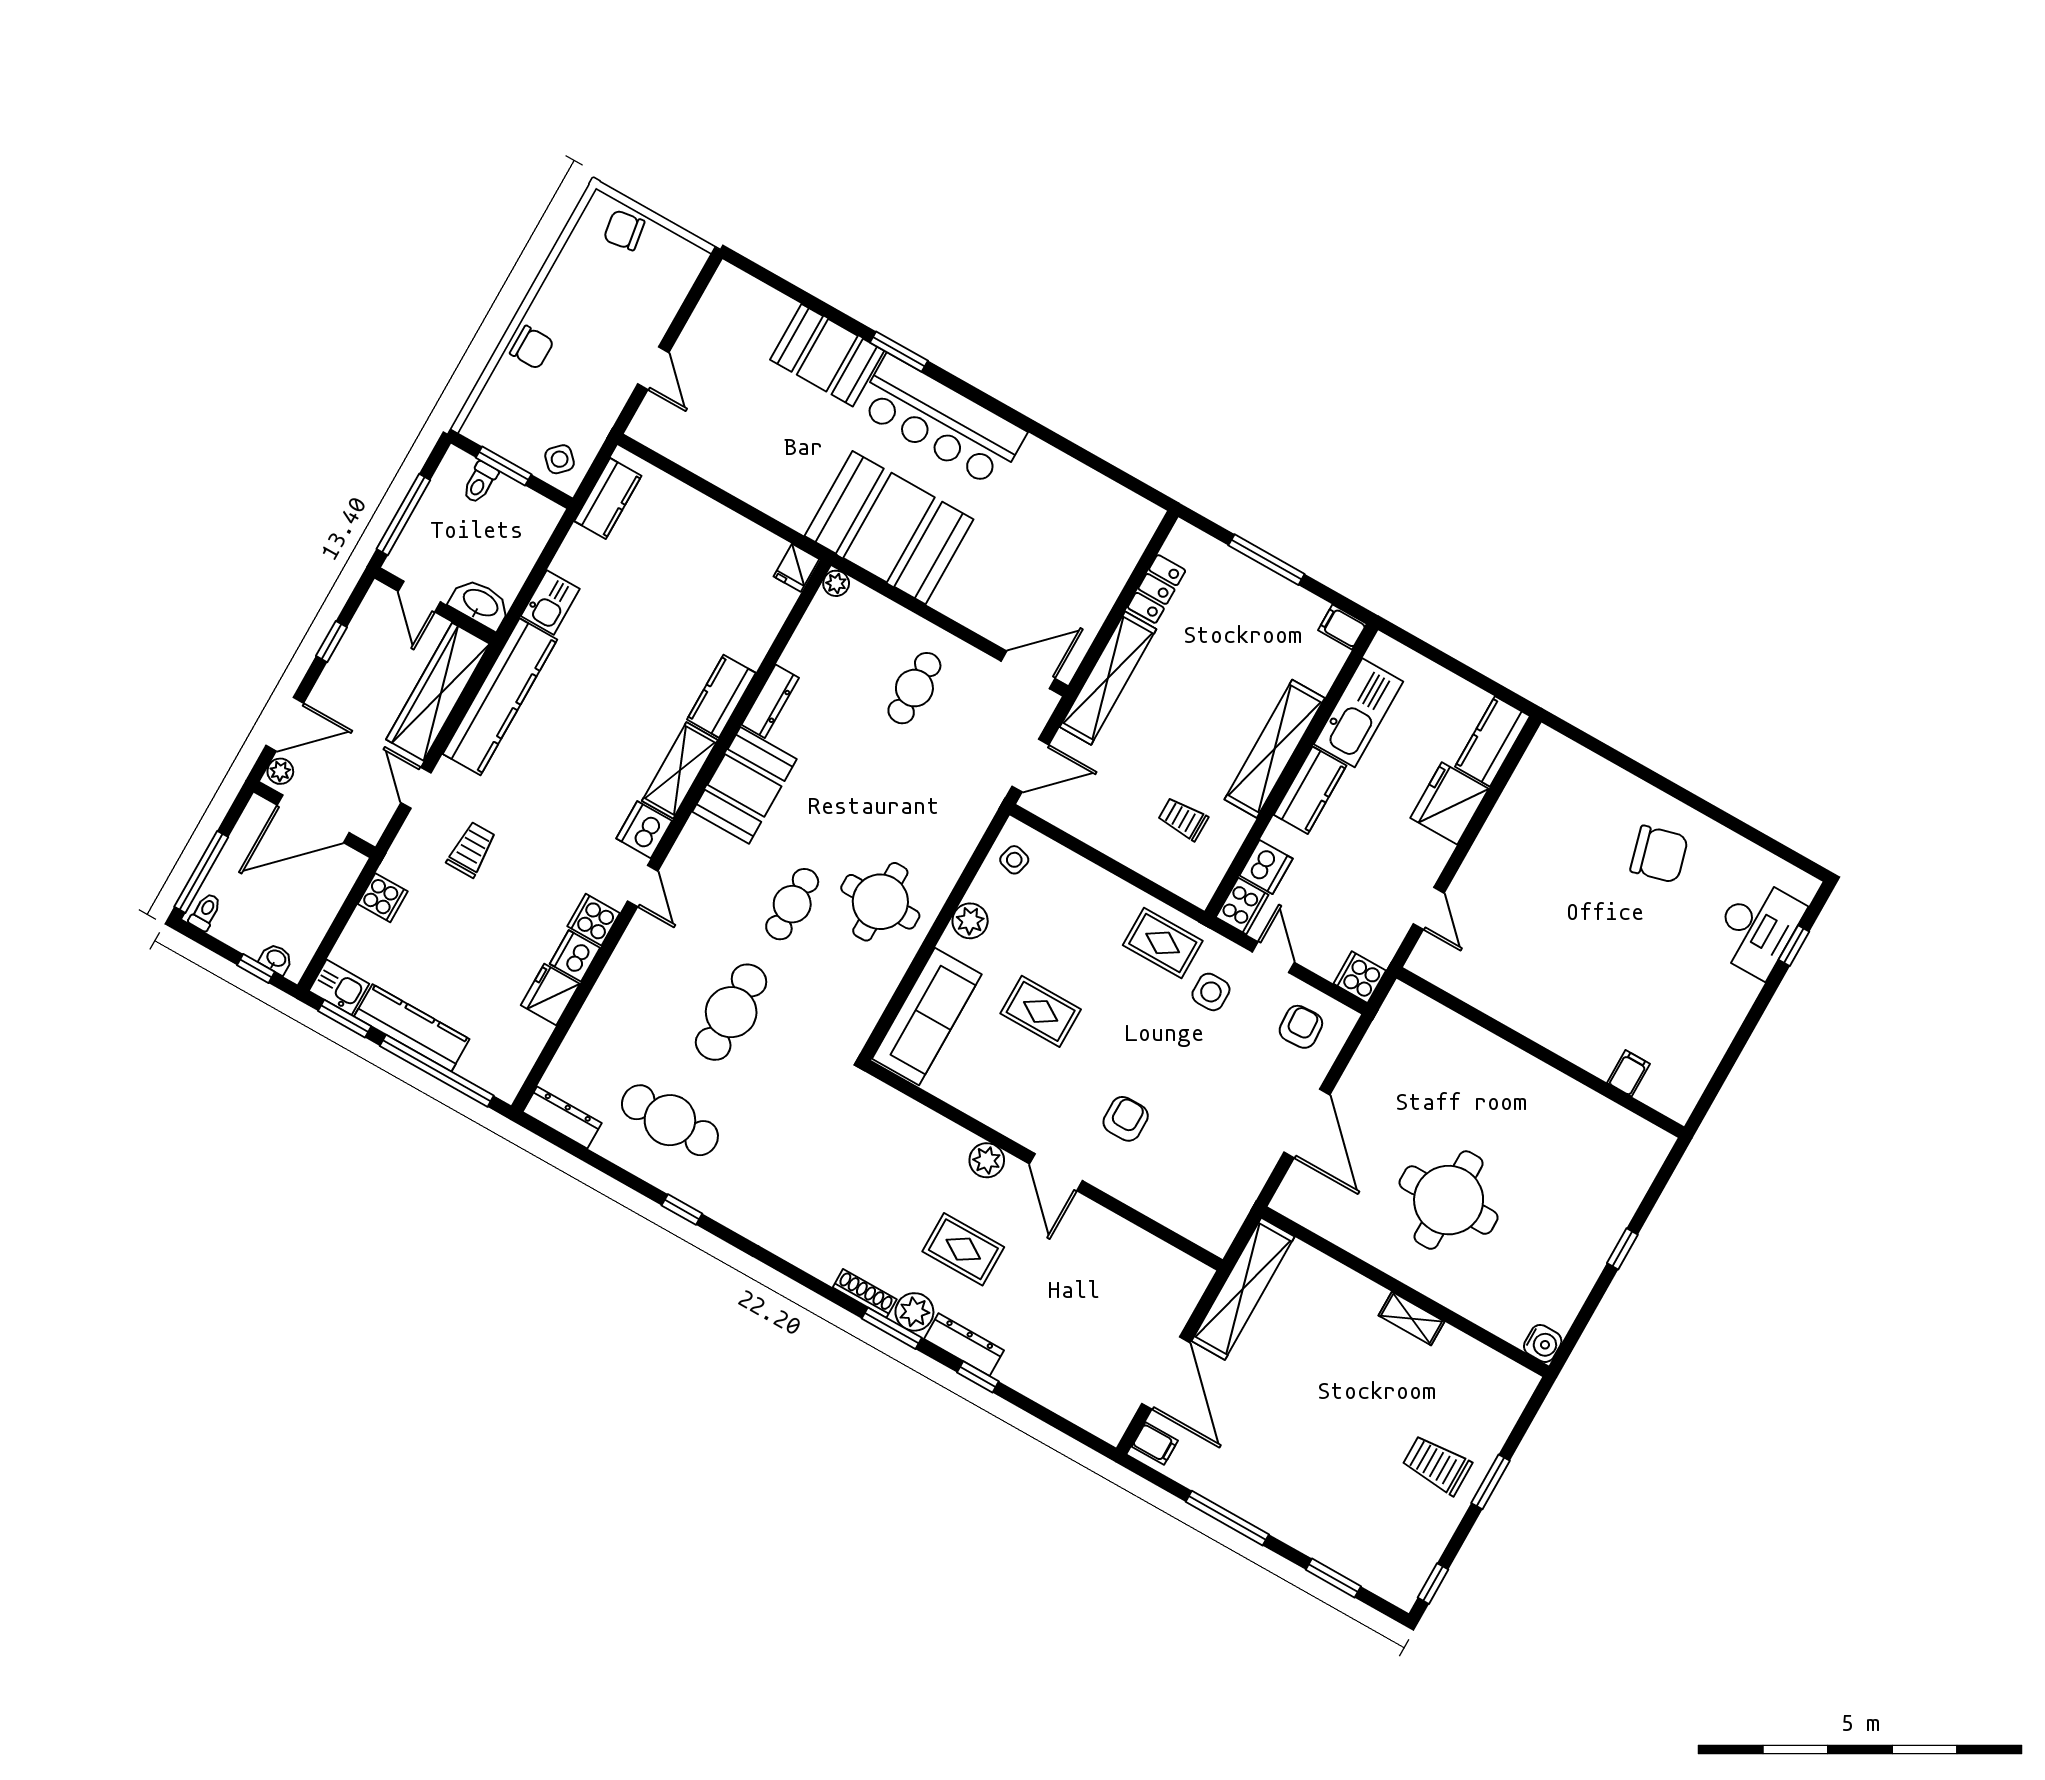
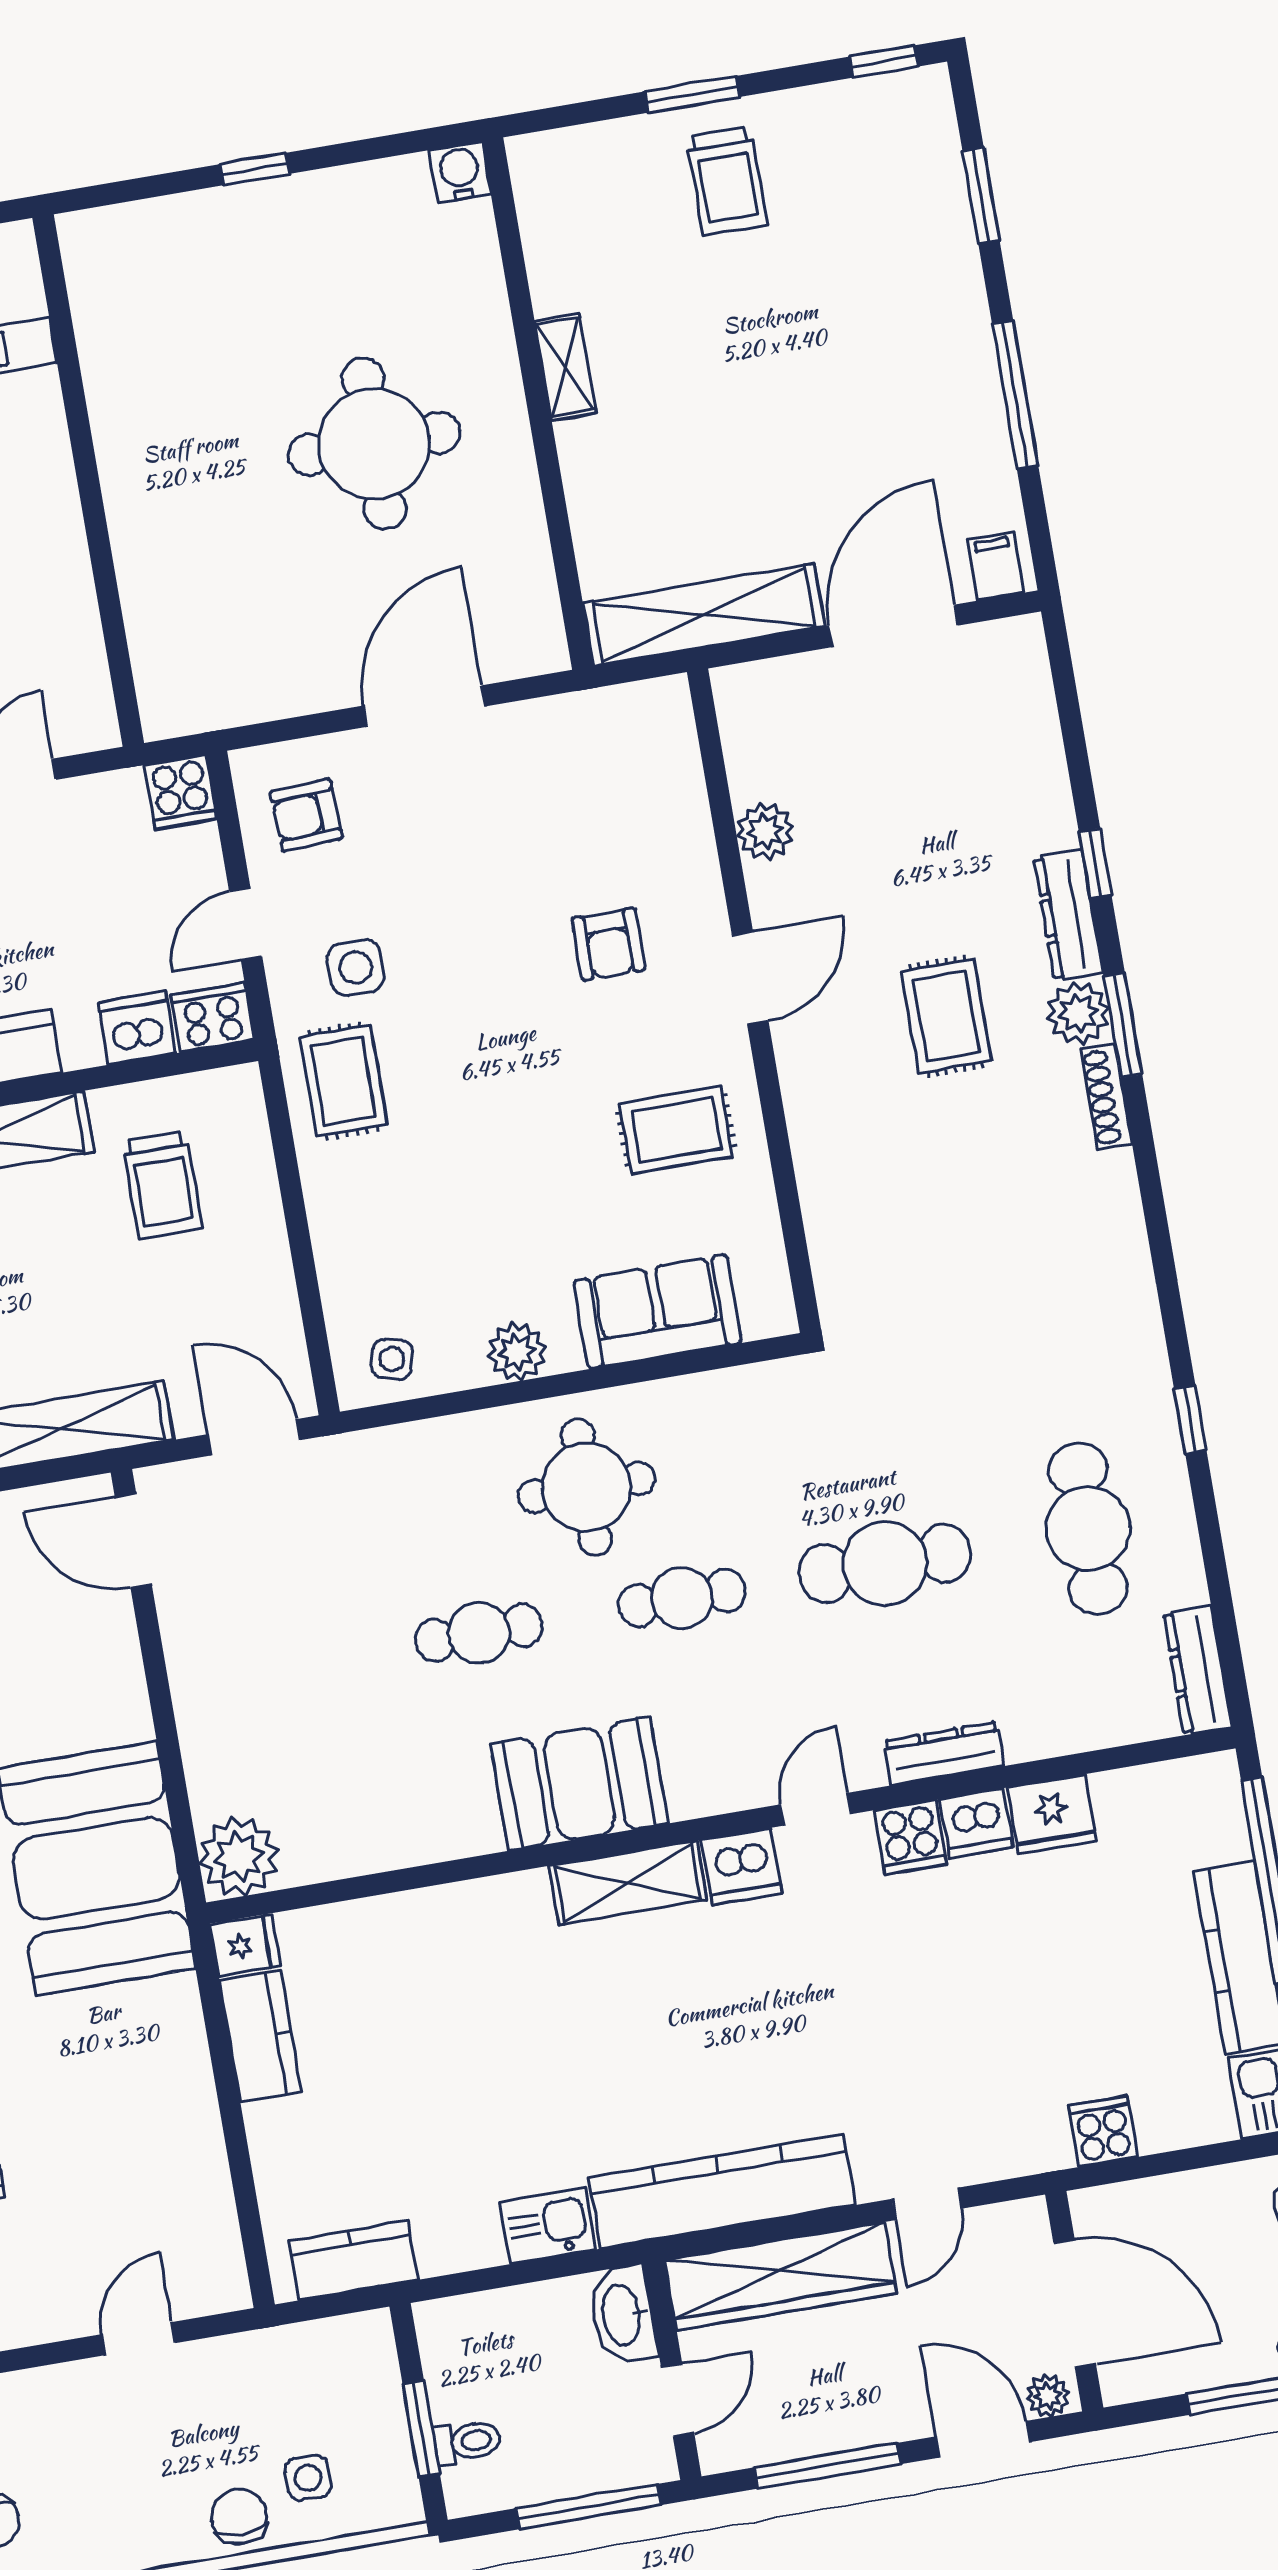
side table: (560, 459) -> (308, 2478), moved, turned 45
plant: (836, 583) -> (239, 1857), width x1.87, depth x1.87
window: (332, 642) -> (827, 2466), width x2.17
cafe table: (914, 688) -> (479, 1633), moved
kitchen counter: (721, 696) -> (260, 2036), moved, turned -90
dresser: (770, 701) -> (944, 1754), moved
trolley: (1183, 819) -> (163, 1185), width x1.36, depth x1.39
trolley: (471, 850) -> (948, 2068), removed
rug: (1041, 1011) -> (676, 1130), moved, turned 90
sofa: (927, 1017) -> (658, 1312), width x0.73
armchair: (1126, 1119) -> (608, 944), turned -90
plant: (987, 1160) -> (765, 831), moved

